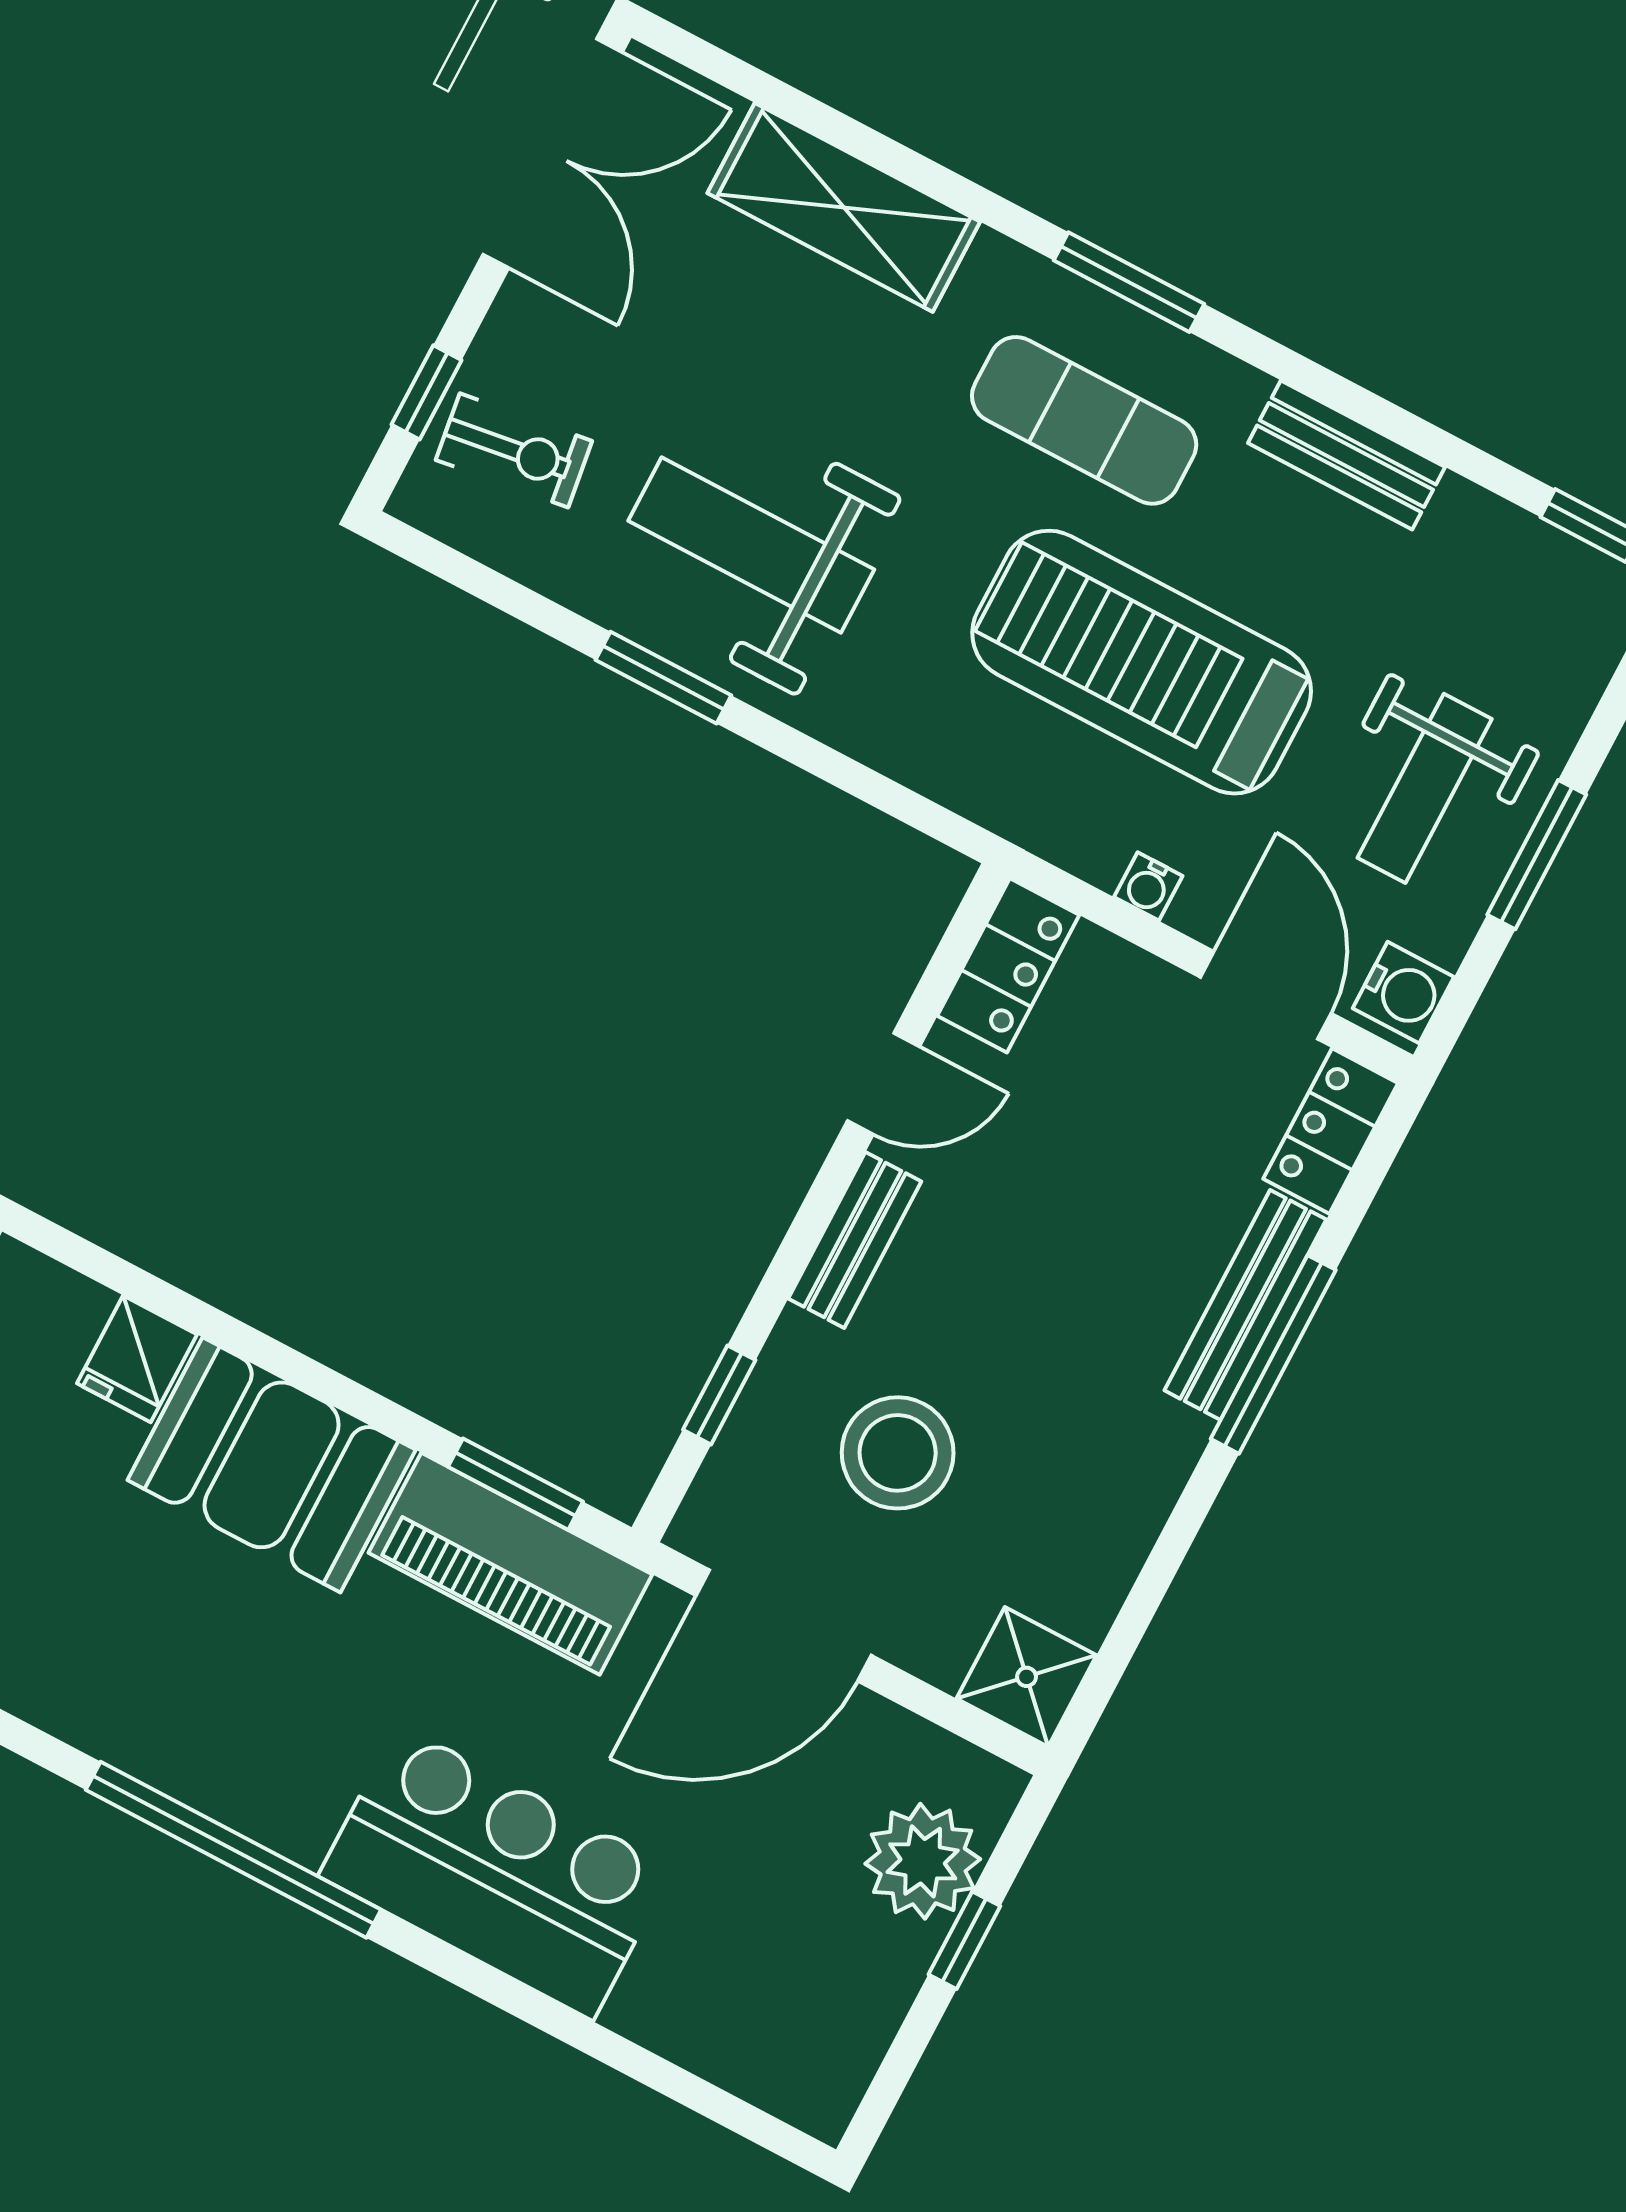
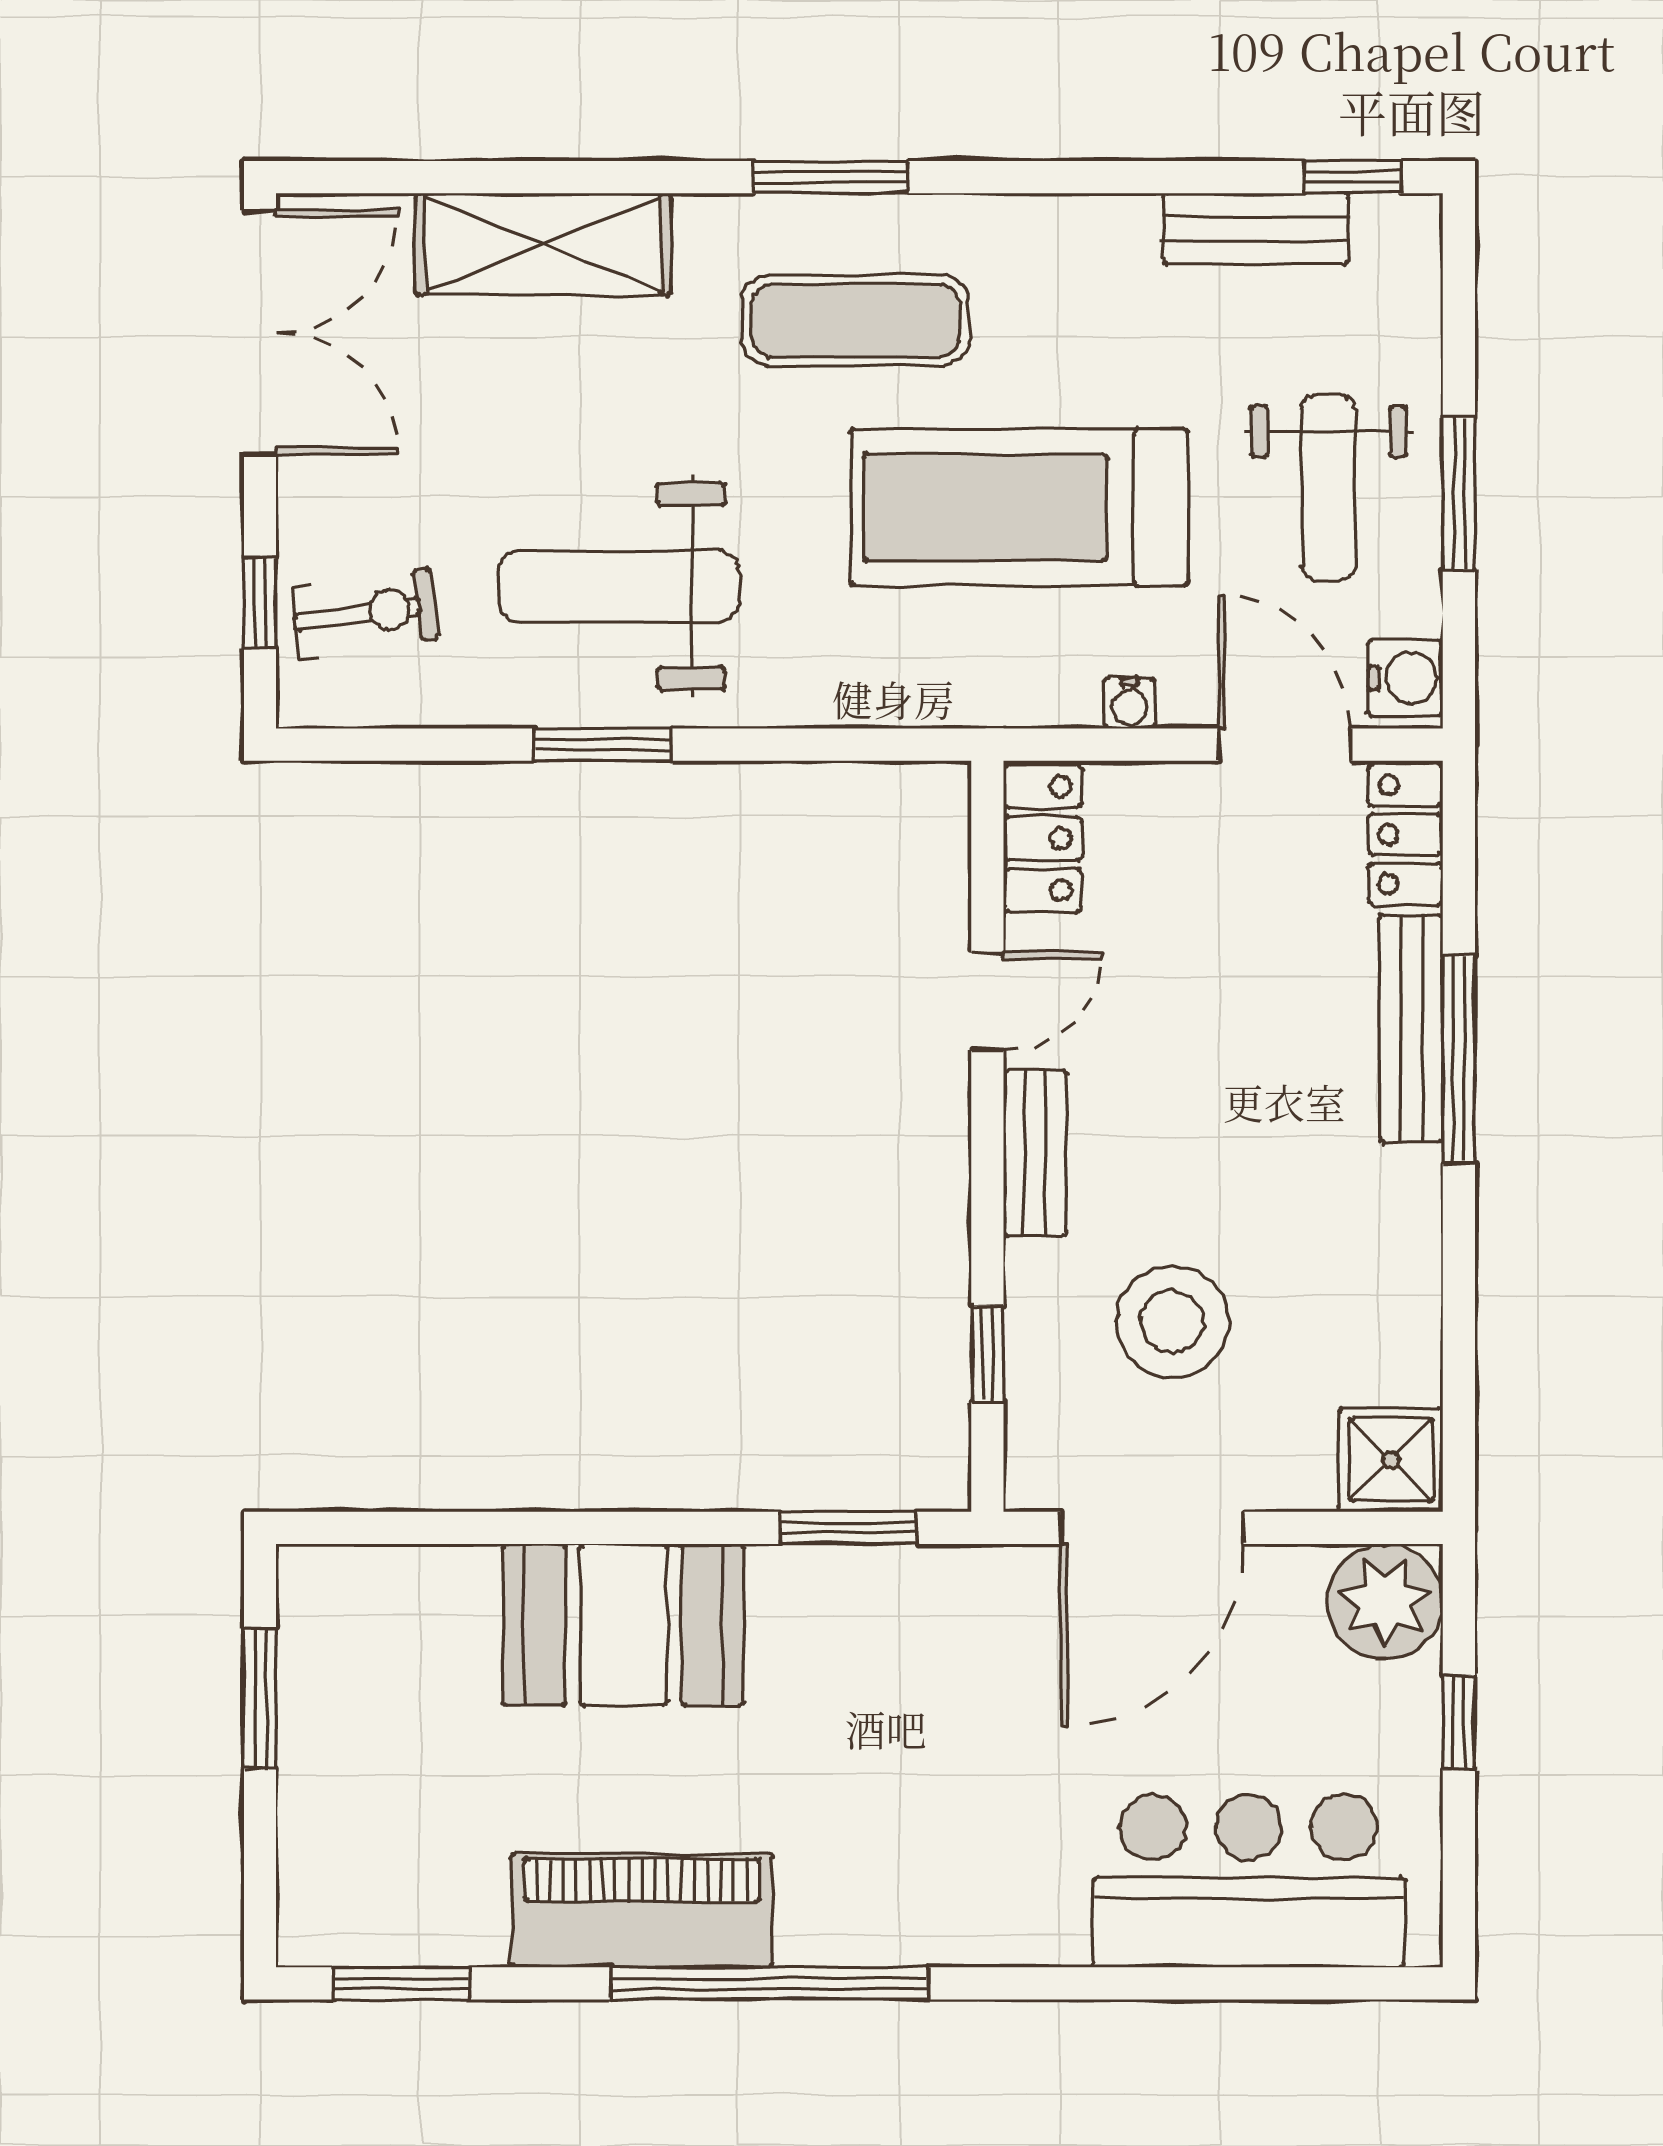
bench: (1346, 455) -> (1256, 229), moved
fridge: (137, 1359) -> (455, 1594), removed
piano: (510, 1564) -> (642, 1911), moved, turned 180
plant: (923, 1861) -> (1385, 1602), moved
bar counter: (496, 1872) -> (1249, 1881), moved

